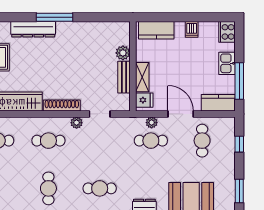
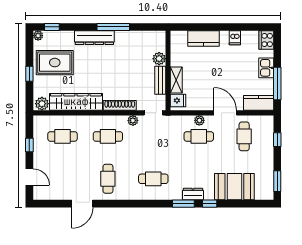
plant: (123, 53) -> (159, 59), moved
wall: (133, 66) -> (168, 71), moved
bench: (124, 77) -> (160, 80), moved
shelving: (142, 77) -> (176, 80), moved
fridge: (144, 100) -> (178, 100), moved

